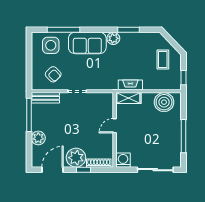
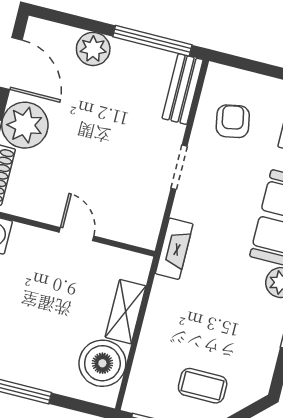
armchair: (53, 74) -> (233, 121), turned 123
fireplace: (130, 85) -> (174, 249), moved
shelving: (128, 98) -> (126, 312), moved

